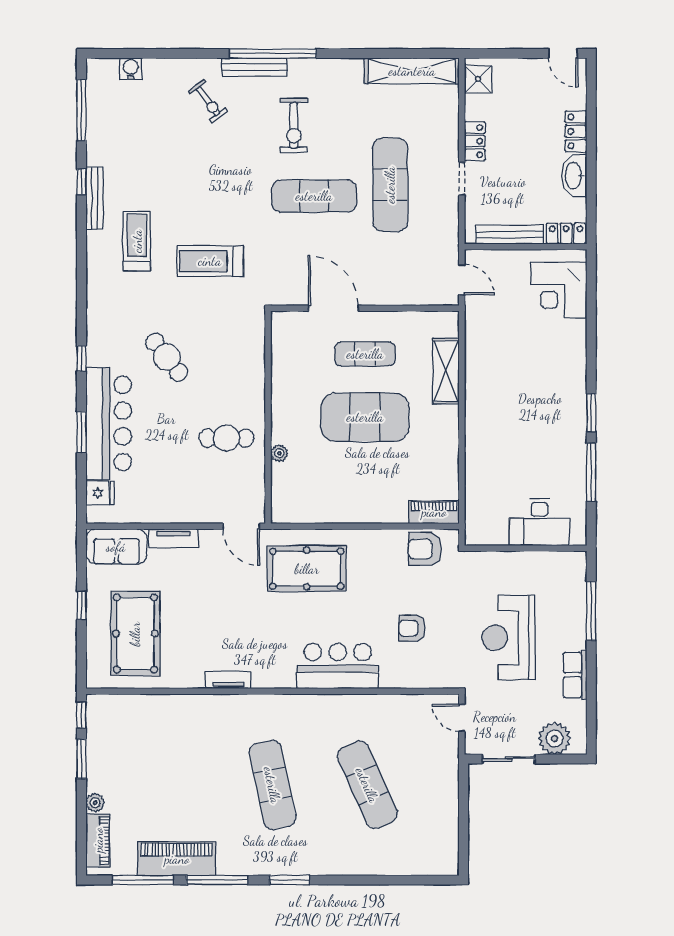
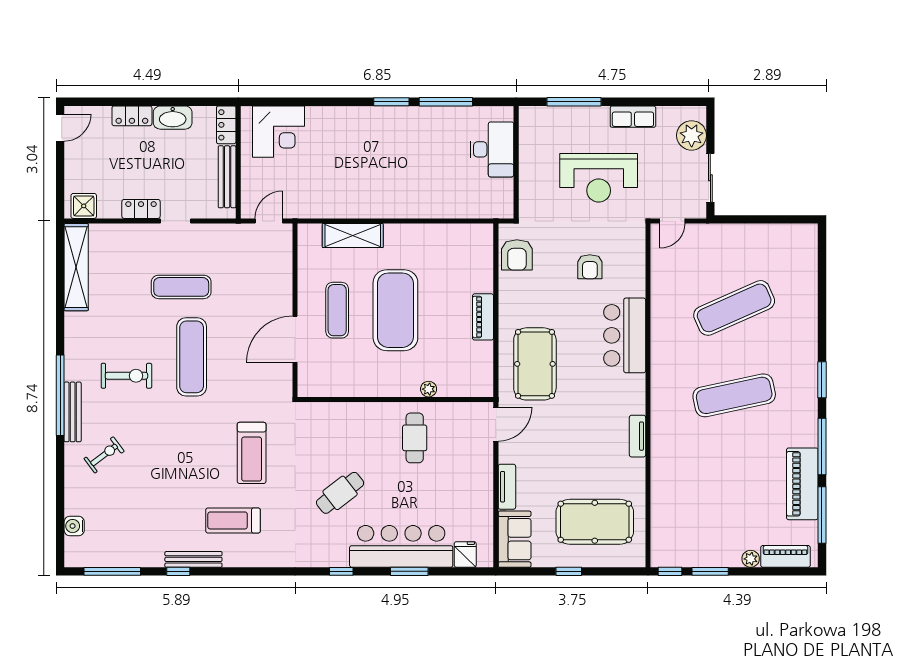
exercise mat: (390, 185) -> (181, 287), width x0.73, depth x0.69
piano: (434, 512) -> (483, 317), moved

